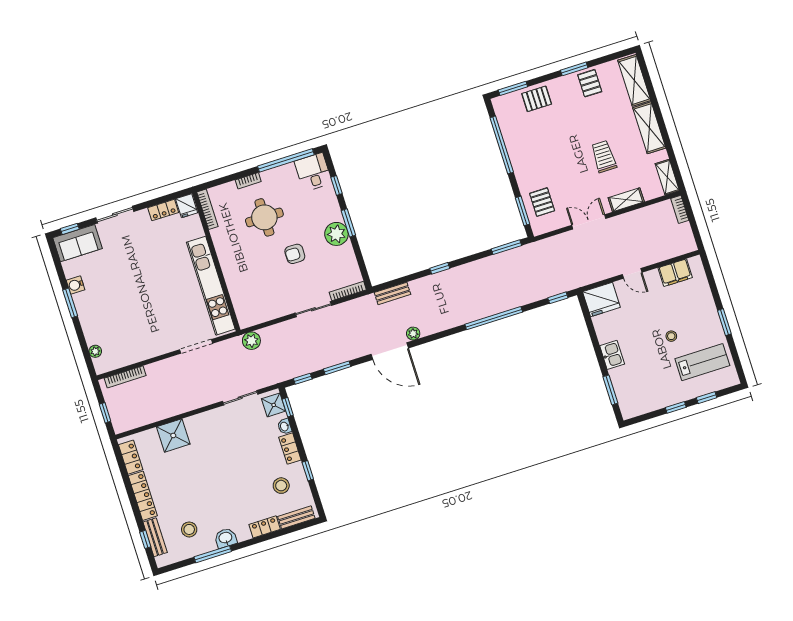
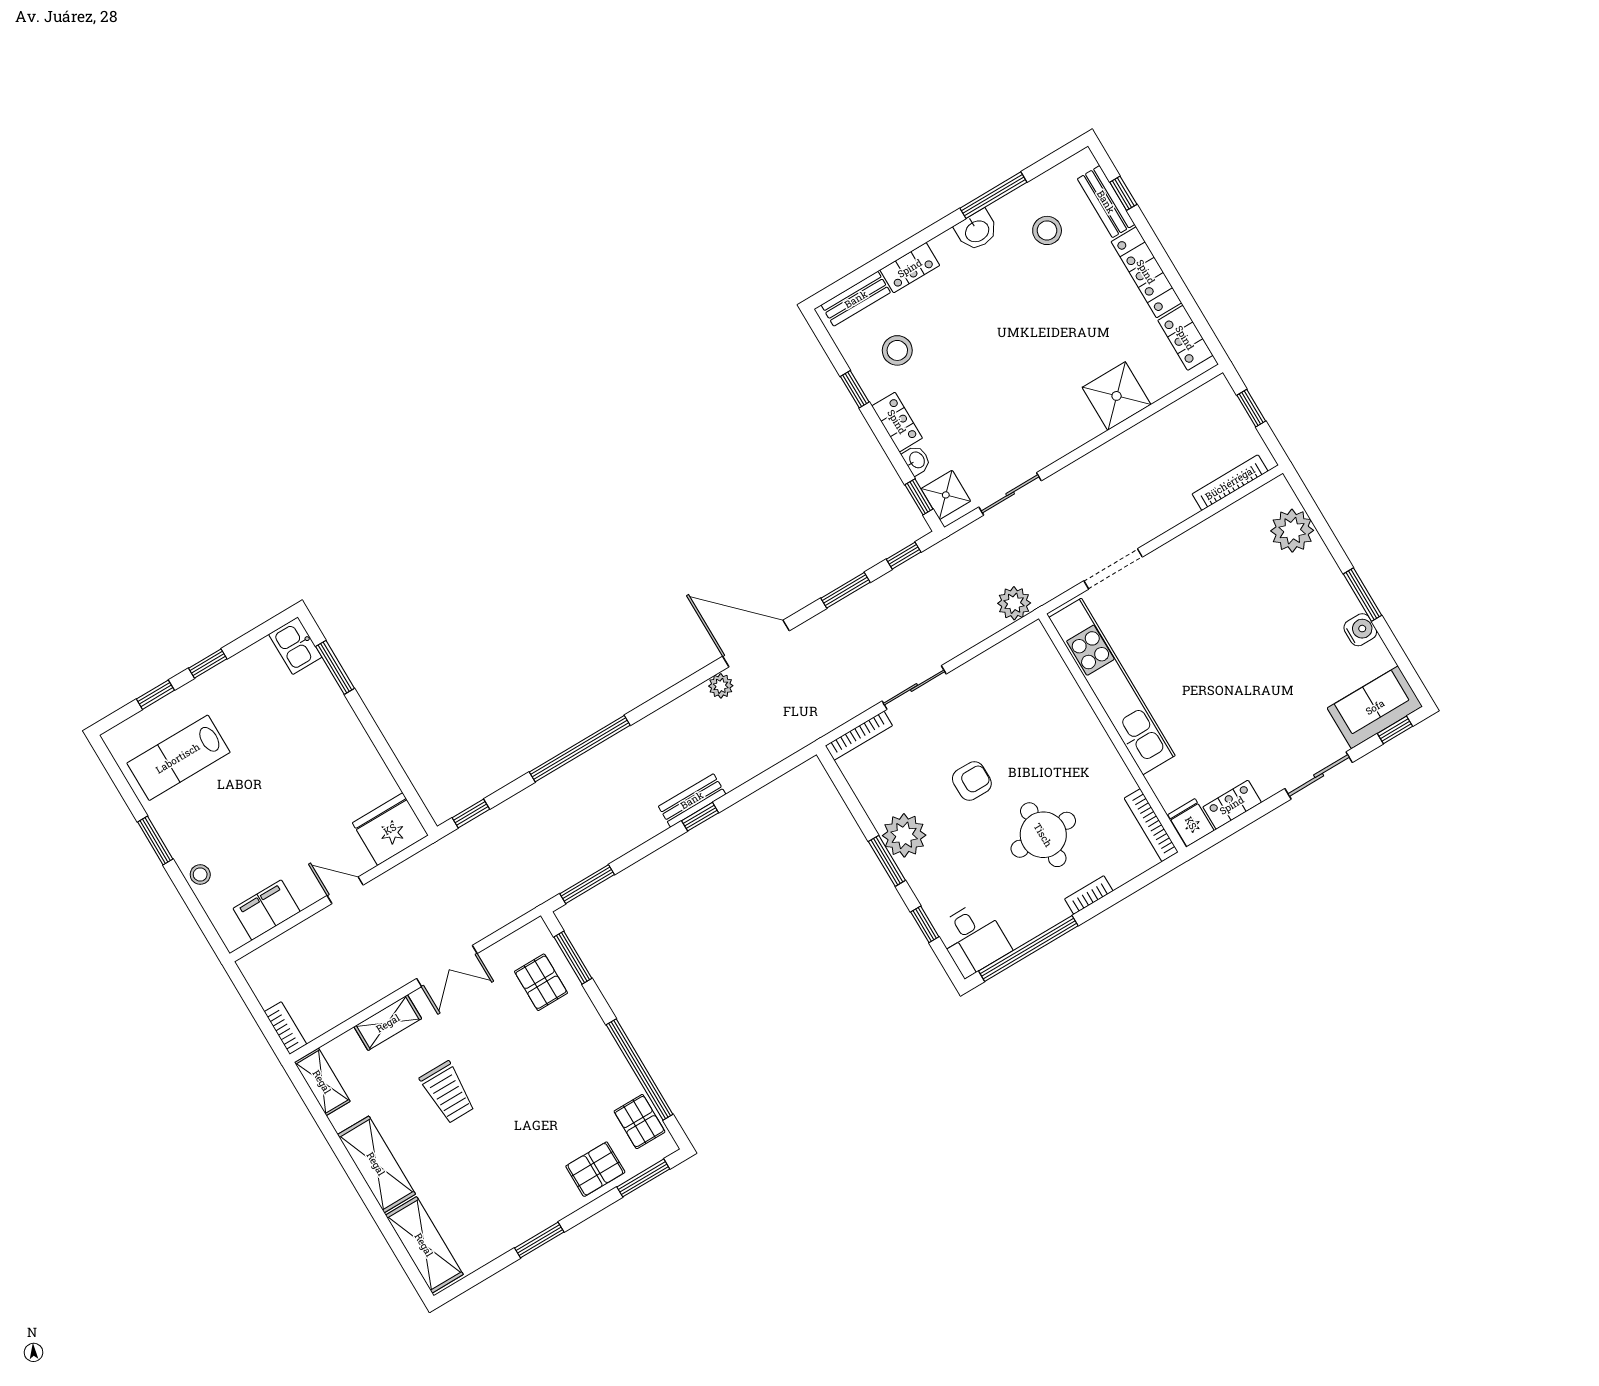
pallet: (590, 83) -> (640, 1122), moved
bench: (392, 293) -> (692, 800), moved
stool: (671, 336) -> (200, 875), moved
plant: (95, 351) -> (1292, 531), width x1.87, depth x1.87
kitchen sink: (612, 355) -> (295, 646), moved

